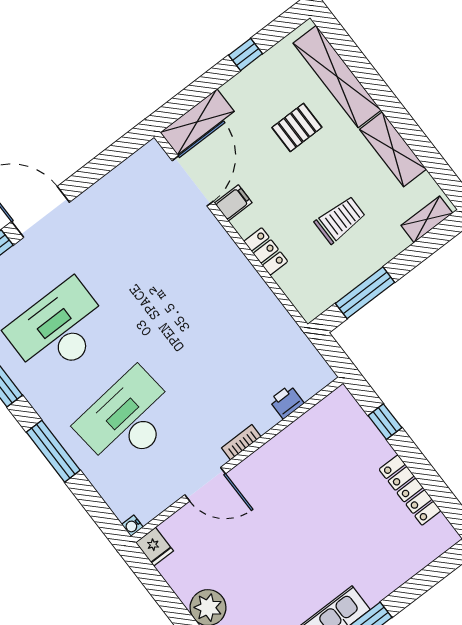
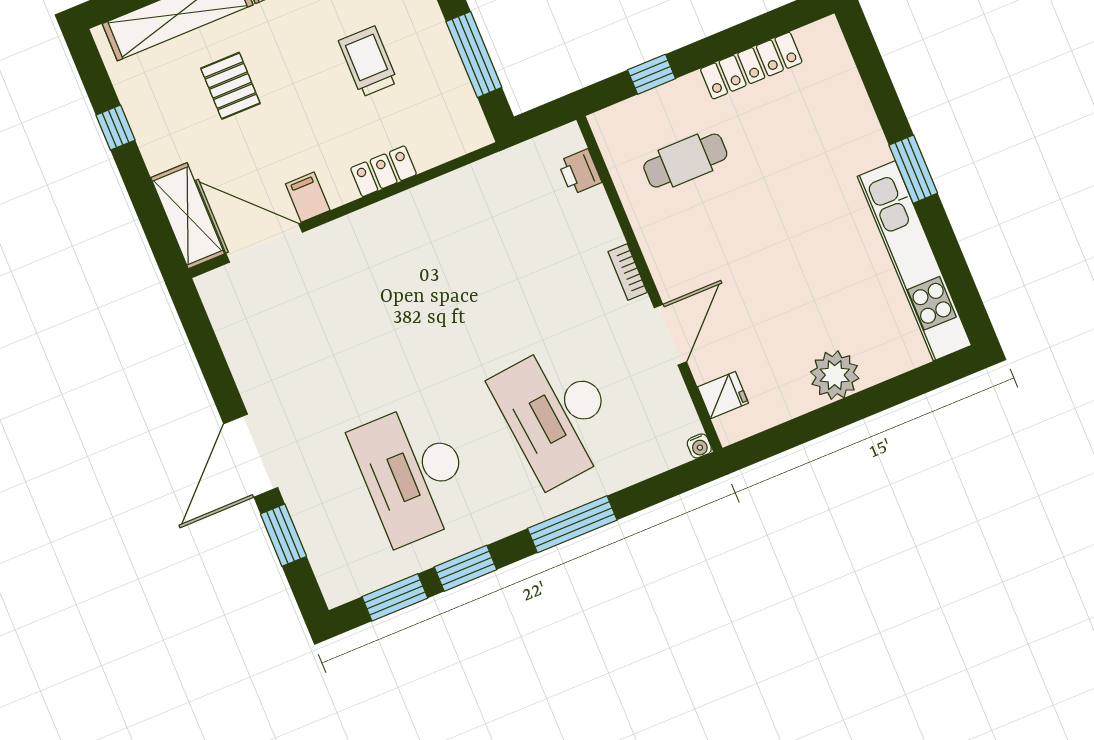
printer: (287, 402) -> (580, 172), moved
cafe table: (331, 462) -> (685, 161), added
fridge: (155, 547) -> (723, 395), moved

